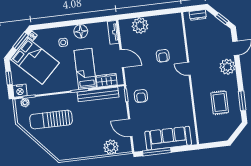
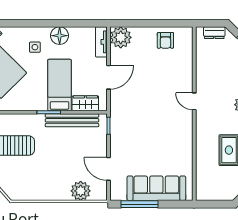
plant: (140, 26) -> (121, 37), moved
armchair: (163, 56) -> (165, 40), moved
door: (122, 58) -> (109, 77), hinge flipped
armchair: (141, 96) -> (127, 129), removed

